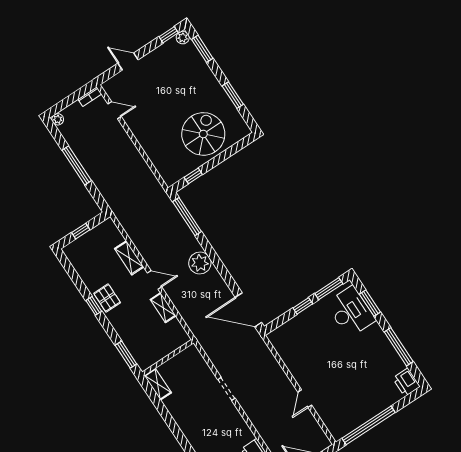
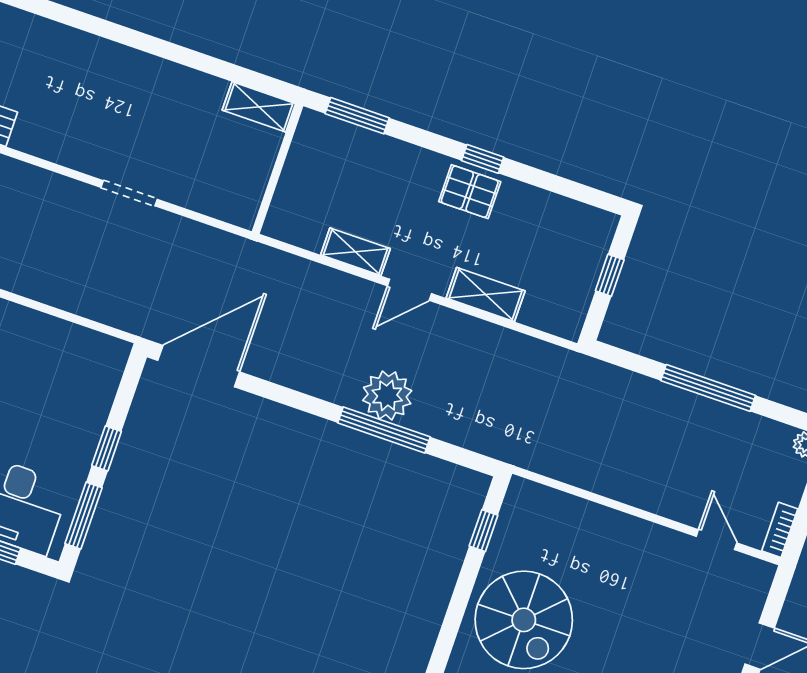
door: (115, 110) -> (716, 540), swing flipped
window: (187, 217) -> (384, 430), moved
plant: (200, 263) -> (387, 395), moved

